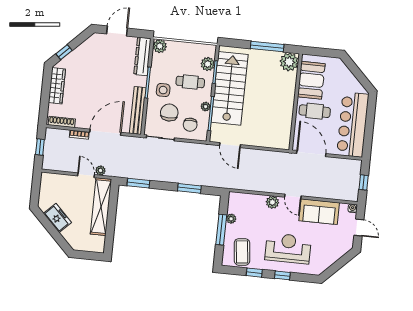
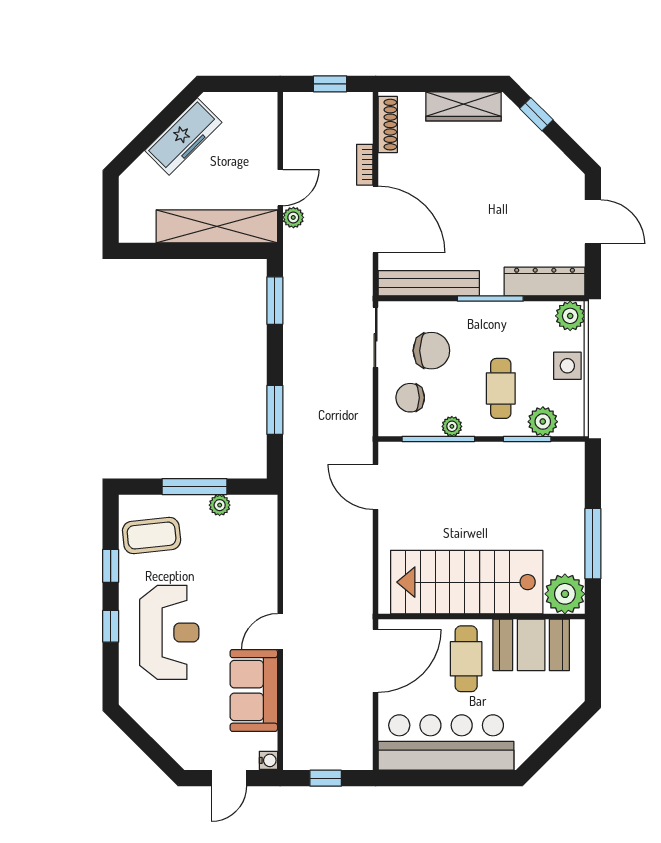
stairs: (230, 88) -> (467, 582), moved, turned 180
side table: (163, 90) -> (567, 366), moved
door: (230, 145) -> (376, 487), hinge flipped
plant: (272, 202) -> (264, 589), removed
freezer: (57, 218) -> (183, 136), width x1.40

